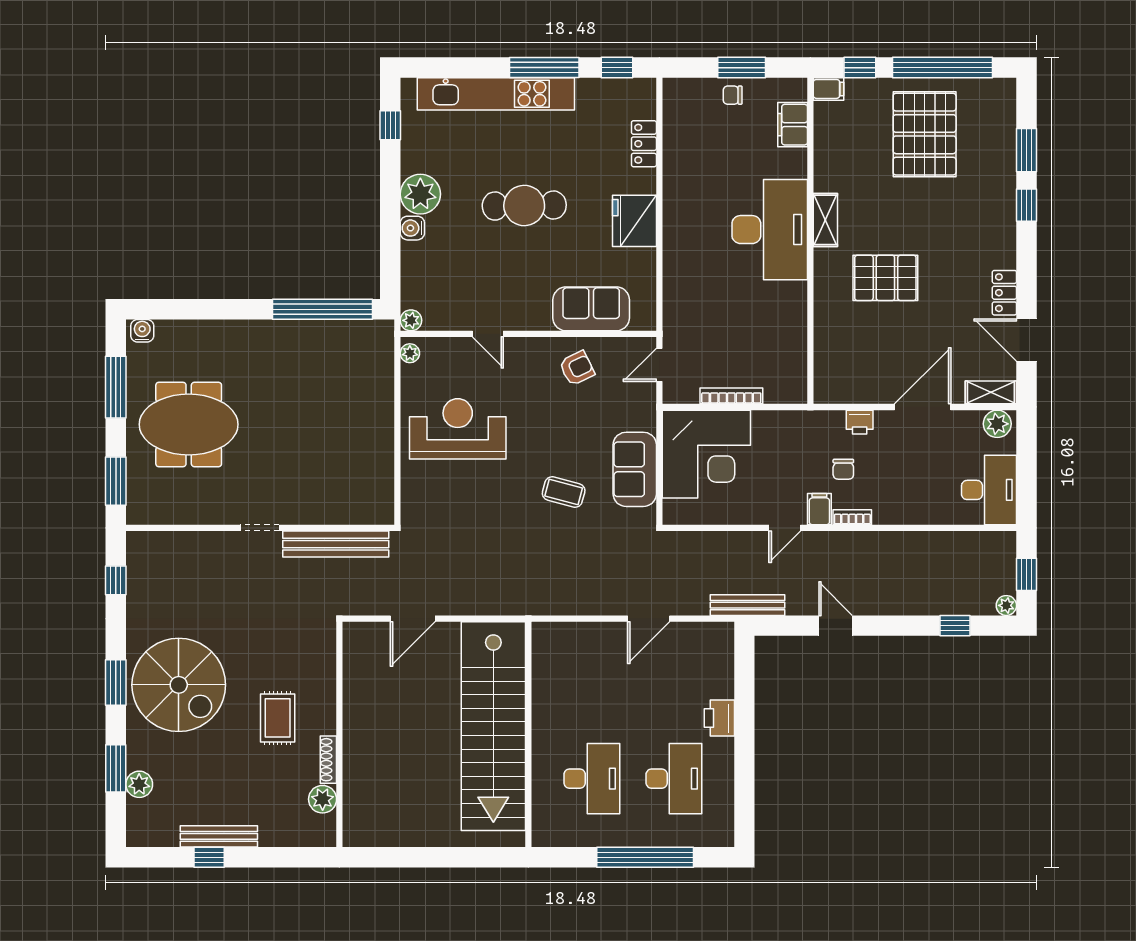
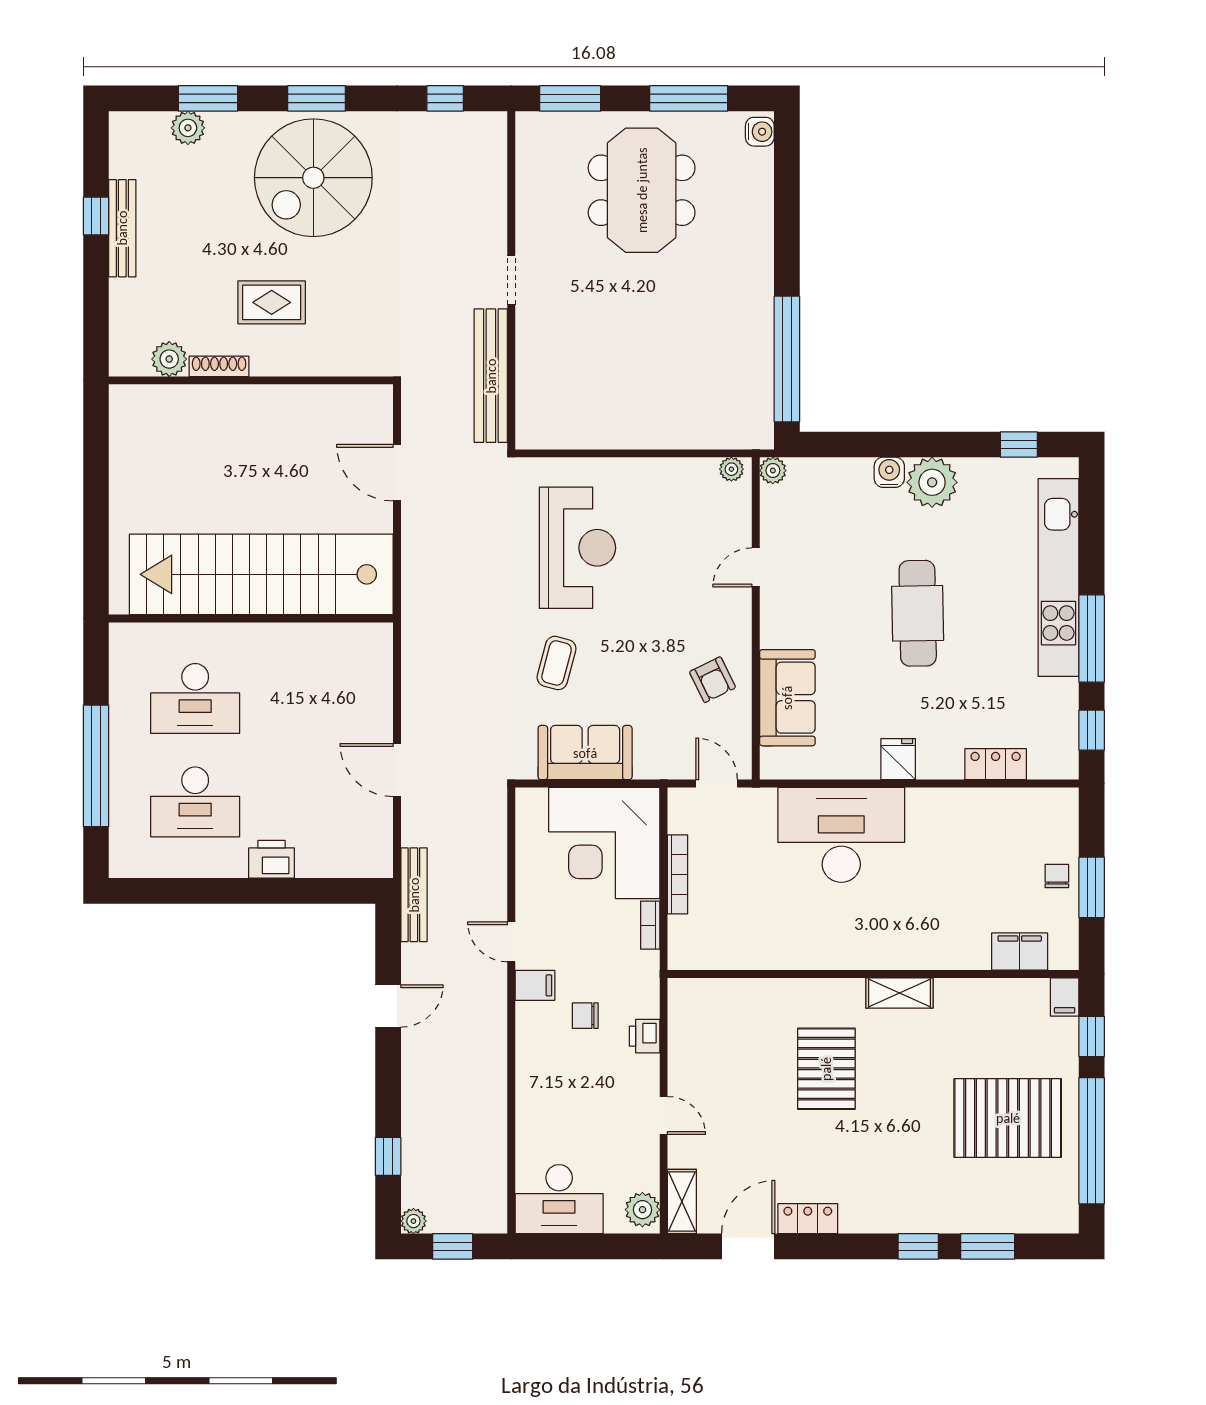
fridge: (634, 221) -> (898, 759), width x0.53, depth x0.75
desk: (770, 230) -> (841, 835), moved, turned 180
door: (923, 407) -> (664, 1115), width x0.53
reception desk: (458, 429) -> (577, 548), moved
bookcase: (852, 517) -> (650, 925), moved, turned 180

